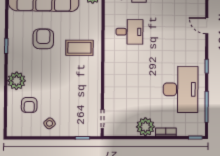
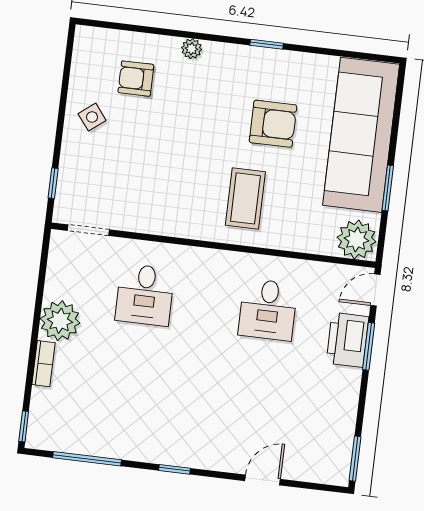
plant: (17, 81) -> (192, 49), width x0.53, depth x0.53
desk: (181, 89) -> (145, 295), moved, width x0.53, depth x0.77

